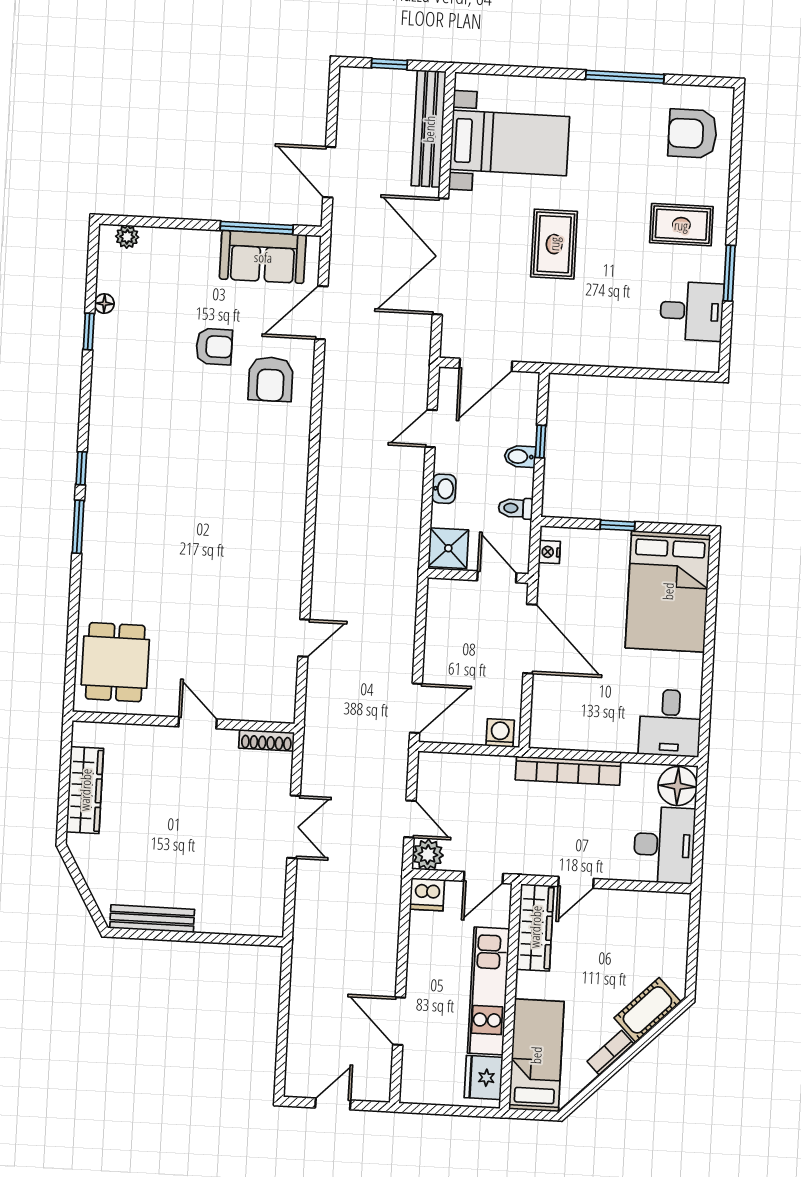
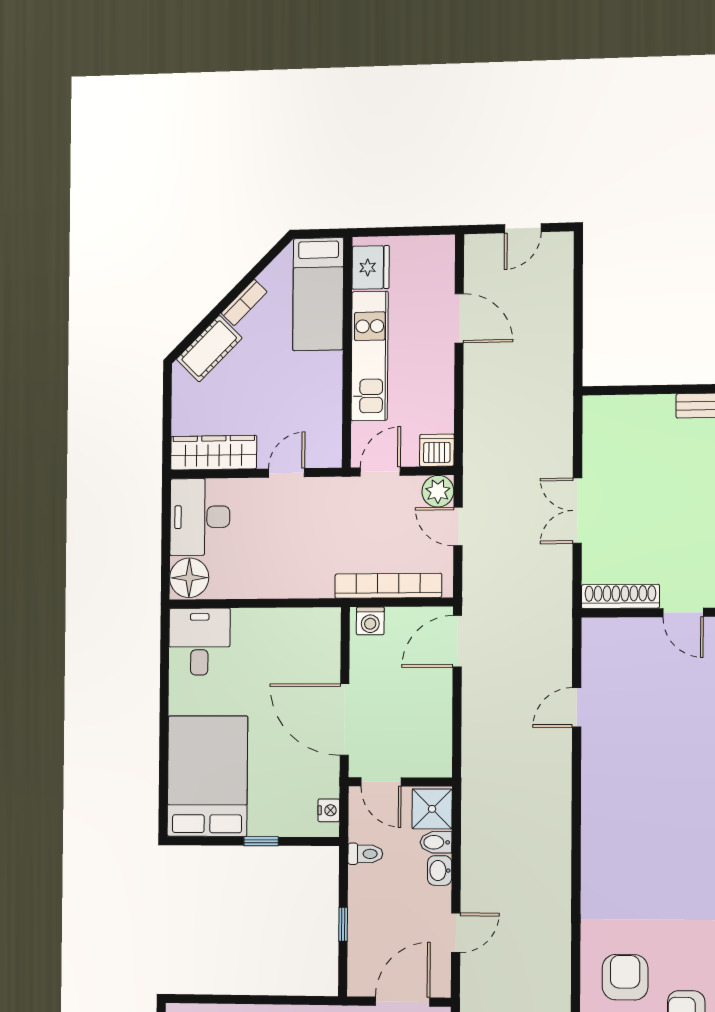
bidet: (520, 456) -> (436, 842), moved, turned 180
shoe rack: (267, 740) -> (620, 596), width x1.36, depth x1.24
bookcase: (568, 771) -> (388, 586), moved
wardrobe: (535, 927) -> (214, 453), moved, turned 90

